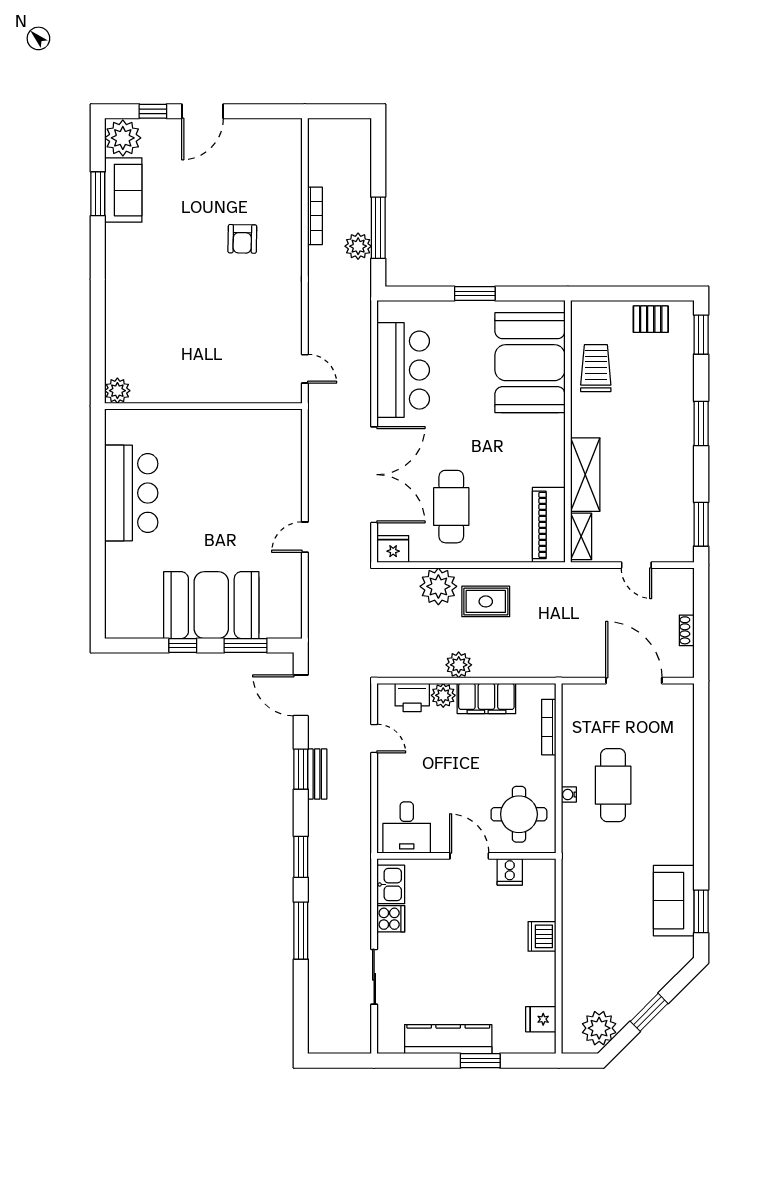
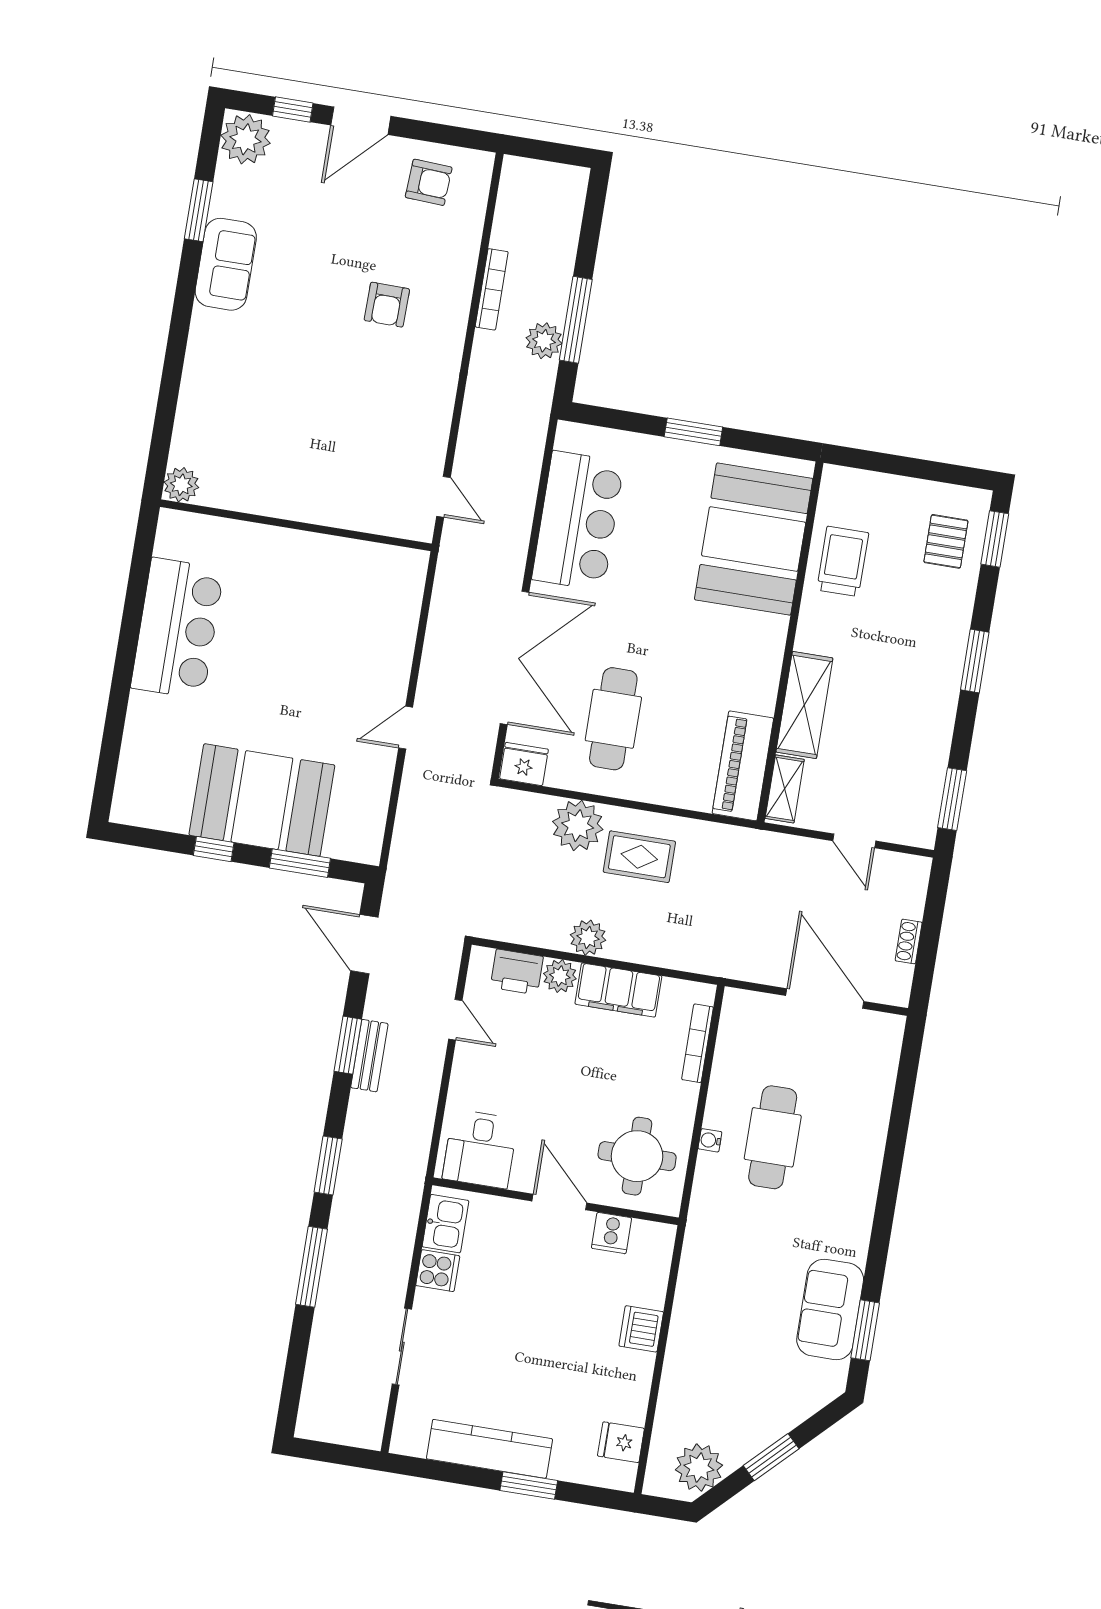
armchair: (258, 147) -> (429, 182), added
sofa: (123, 190) -> (226, 264), moved
pallet: (651, 319) -> (946, 541), moved, turned 90

